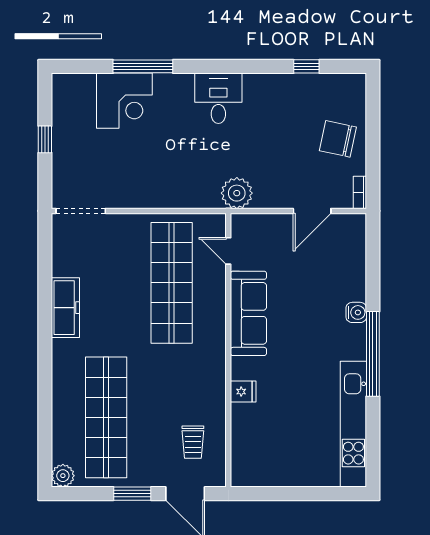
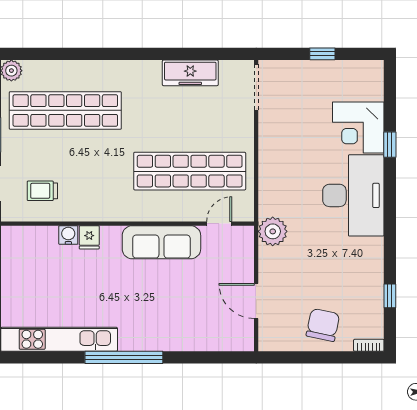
window: (143, 66) -> (390, 145), width x0.46
desk: (218, 98) -> (353, 195), width x1.87, depth x1.30
bookcase: (360, 192) -> (369, 345), moved
freezer: (65, 308) -> (190, 73), moved
water cooler: (356, 312) -> (68, 235), moved, turned 180

